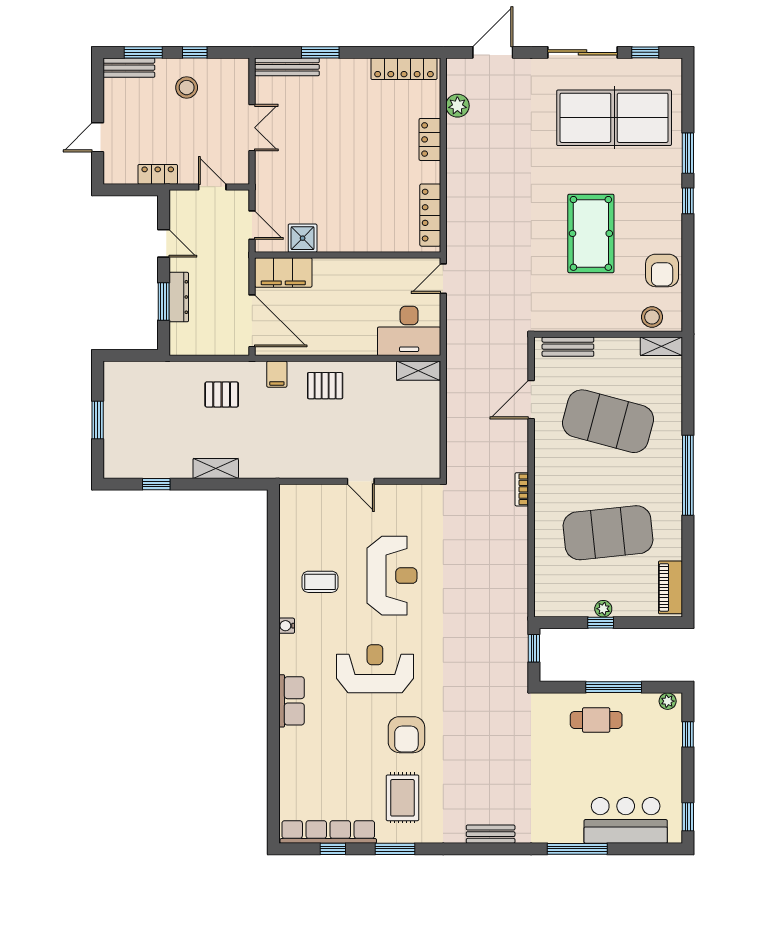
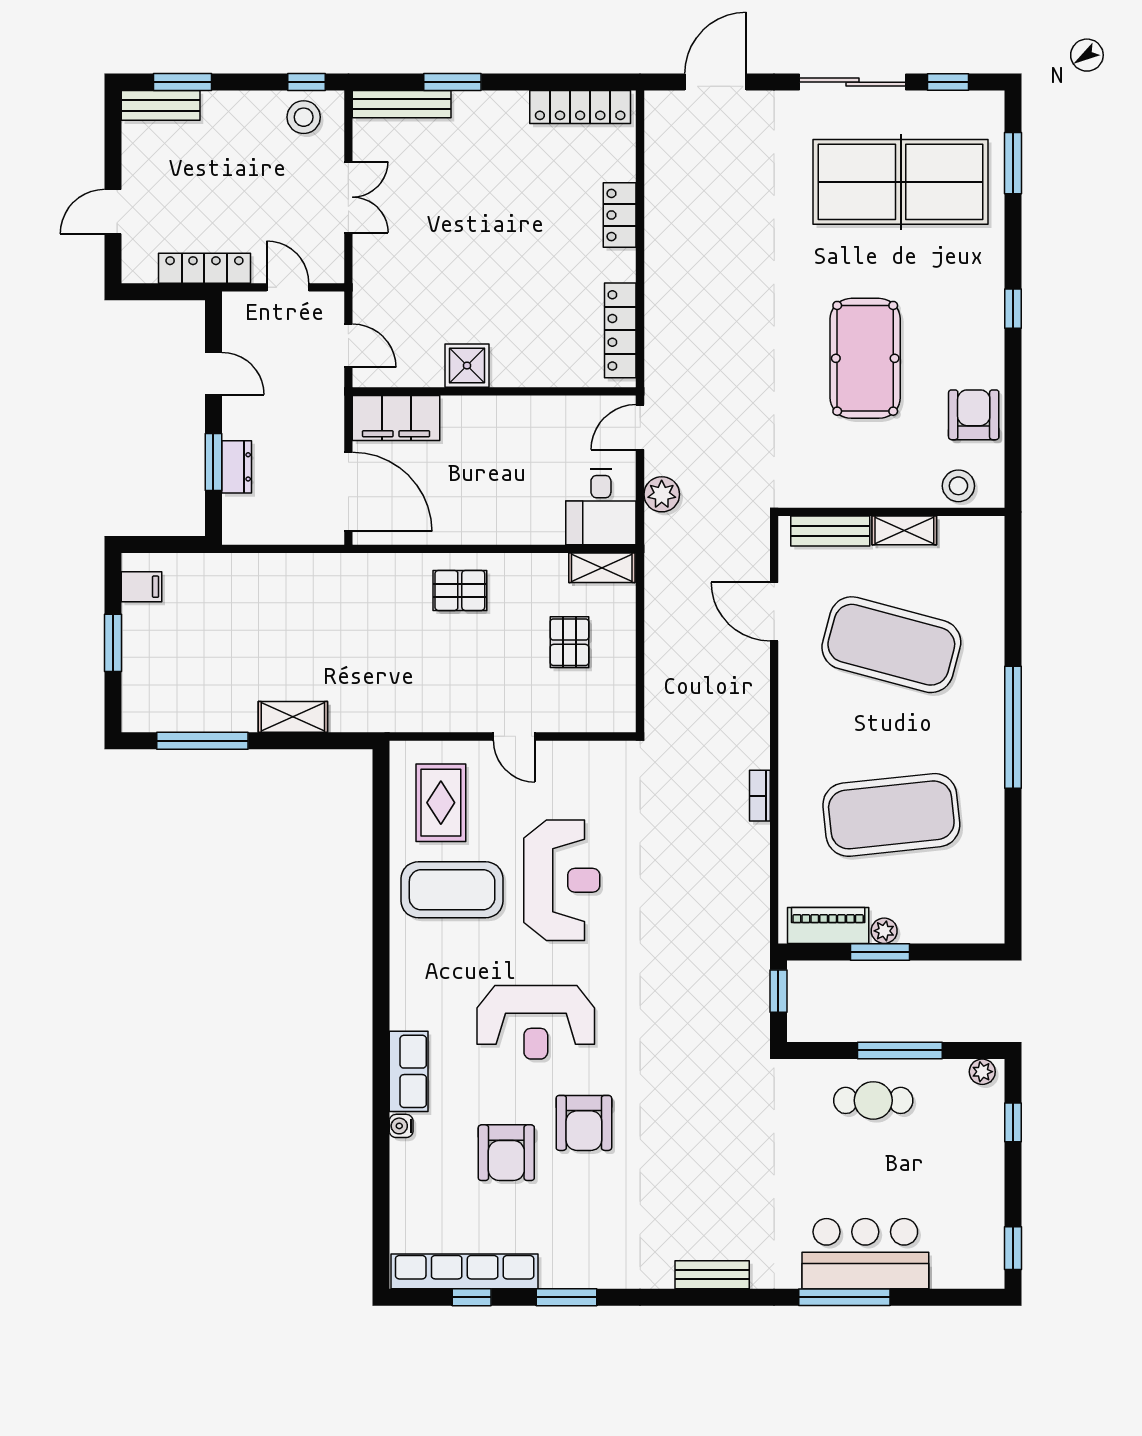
window: (195, 52) -> (307, 82), moved
stool: (187, 88) -> (304, 117), moved
plant: (457, 106) -> (662, 494), moved
window: (688, 153) -> (1013, 163), moved
locker: (158, 174) -> (204, 268), width x1.53
shower: (303, 238) -> (467, 366), moved
armchair: (662, 270) -> (974, 415), turned 180
dresser: (179, 297) -> (237, 467), width x0.70
desk: (409, 331) -> (601, 507), width x0.73
shelving: (661, 346) -> (904, 530), moved
filing cabinet: (277, 374) -> (141, 587), moved, turned -90
pallet: (222, 394) -> (569, 642), moved, turned 90
door: (531, 400) -> (774, 612), hinge flipped
window: (156, 484) -> (202, 741), width x2.17
bookcase: (522, 489) -> (760, 796), moved
coffee table: (320, 582) -> (452, 890), width x1.86, depth x1.72
piano: (670, 587) -> (828, 925), moved, turned 90
window: (601, 623) -> (880, 952), width x1.50
water cooler: (287, 626) -> (401, 1126), moved
reception desk: (375, 669) -> (536, 1022), turned 180
armchair: (356, 754) -> (506, 1153), added
rug: (402, 798) -> (441, 803), moved
bar counter: (626, 820) -> (865, 1254), moved

